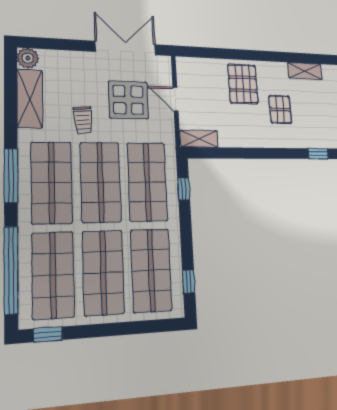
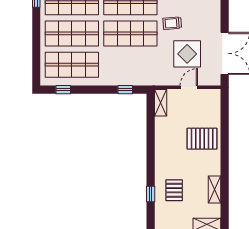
pallet: (280, 109) -> (174, 190), moved, turned 90
shop shelf: (147, 182) -> (130, 65), removed

